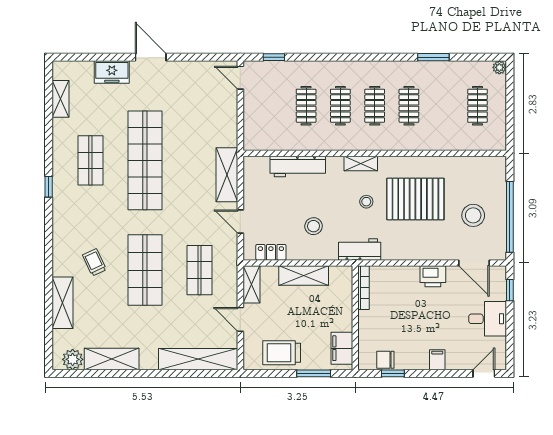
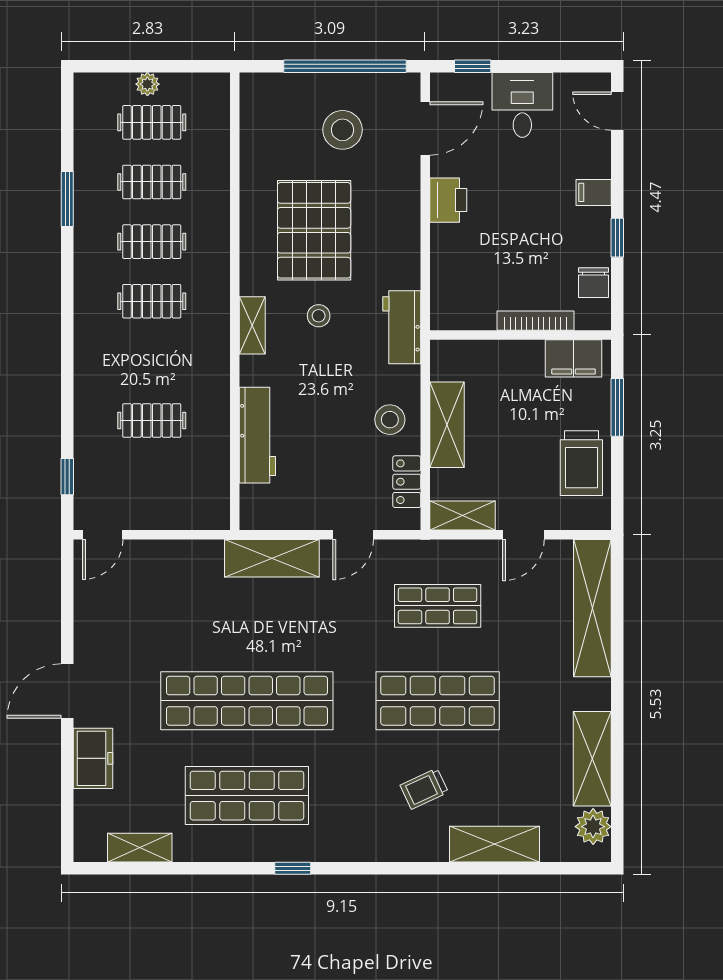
plant: (499, 67) -> (147, 84), moved
clothes rail: (340, 106) -> (152, 182), moved
shop shelf: (90, 160) -> (247, 796), width x1.43, depth x1.36
stool: (314, 226) -> (390, 420), moved
bookcase: (364, 288) -> (535, 321), moved
window: (393, 373) -> (617, 238), moved

